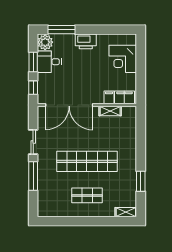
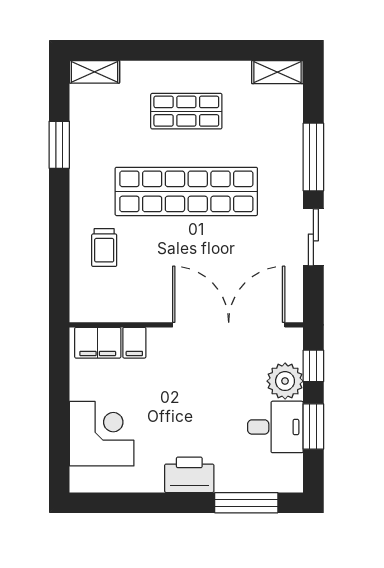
plant: (45, 42) -> (285, 381), moved
shelving: (110, 111) -> (277, 72), moved
trolley: (122, 138) -> (104, 248), added

